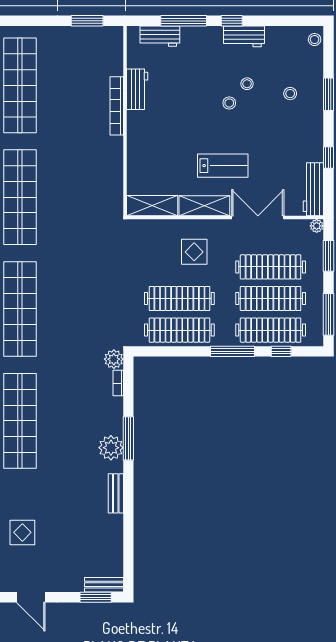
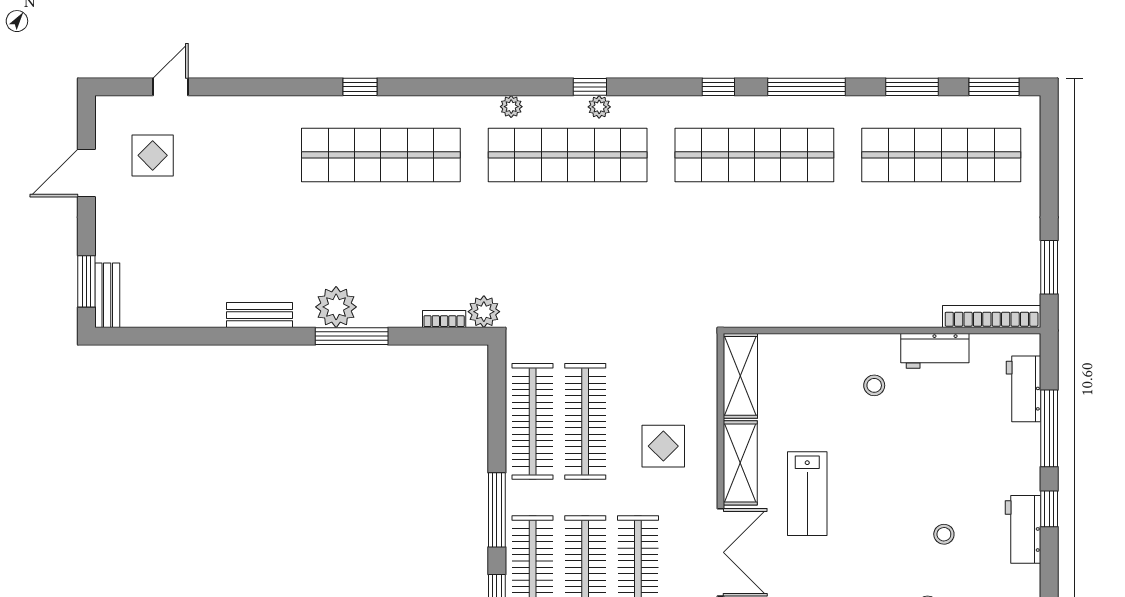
stool: (229, 103) -> (874, 385), moved
bookcase: (117, 106) -> (992, 317), moved
display table: (22, 532) -> (153, 155), moved

